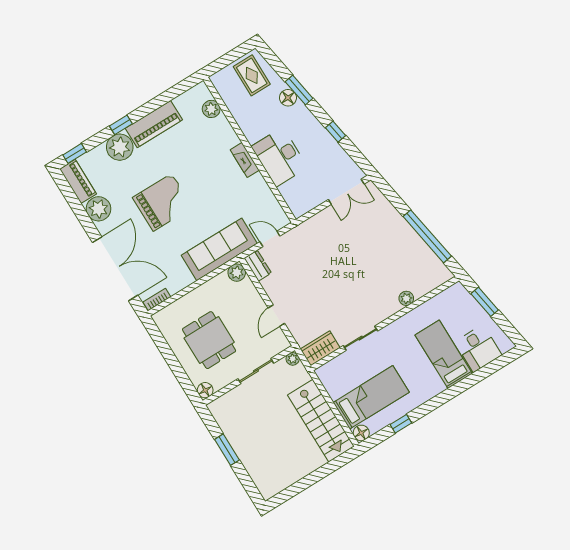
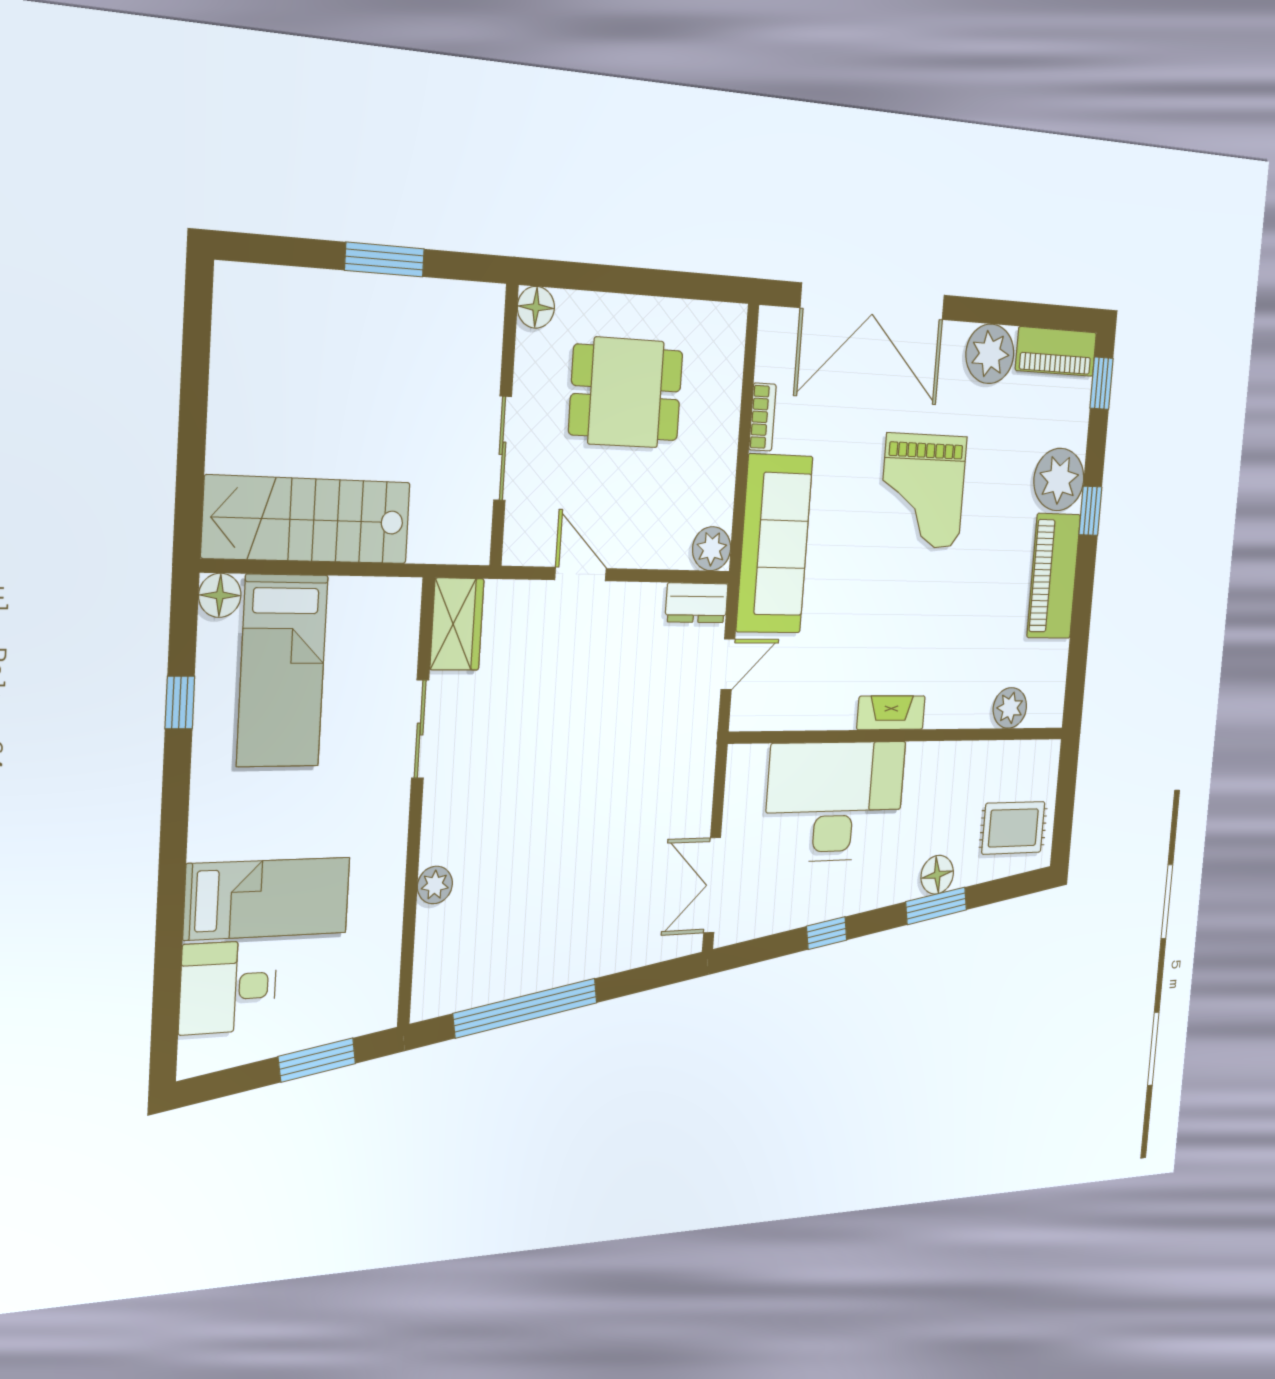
desk: (279, 157) -> (835, 802), width x1.36, depth x1.30
bookcase: (157, 299) -> (762, 417), moved
plant: (293, 359) -> (475, 548), removed

